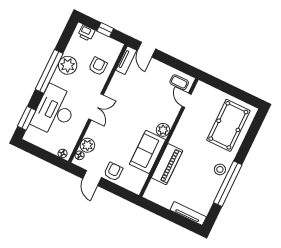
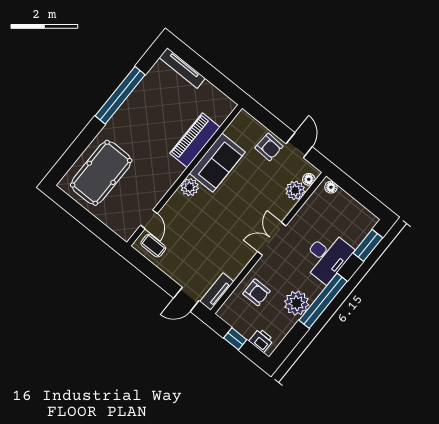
door: (147, 50) -> (186, 299), swing flipped
armchair: (98, 66) -> (256, 292), turned -92
desk: (55, 111) -> (327, 257), width x0.73, depth x0.77
stool: (220, 169) -> (126, 117), removed
armchair: (113, 172) -> (269, 147), turned -87

